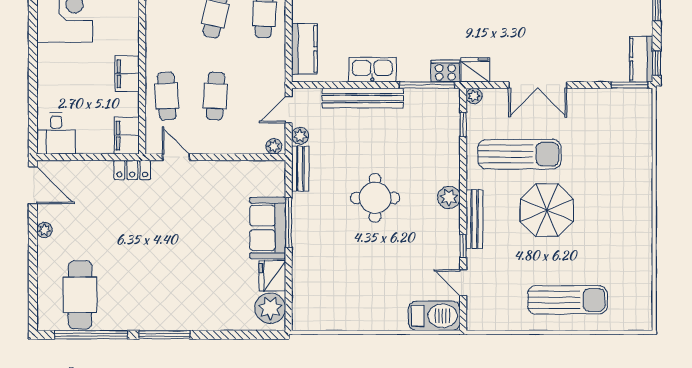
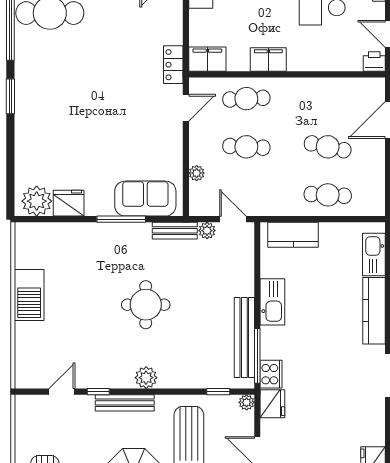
bench: (363, 98) -> (244, 338), moved
plant: (274, 146) -> (197, 173), moved
sofa: (268, 228) -> (145, 199), moved
barbecue: (434, 316) -> (29, 295), moved
window: (164, 335) -> (10, 96), width x0.69

